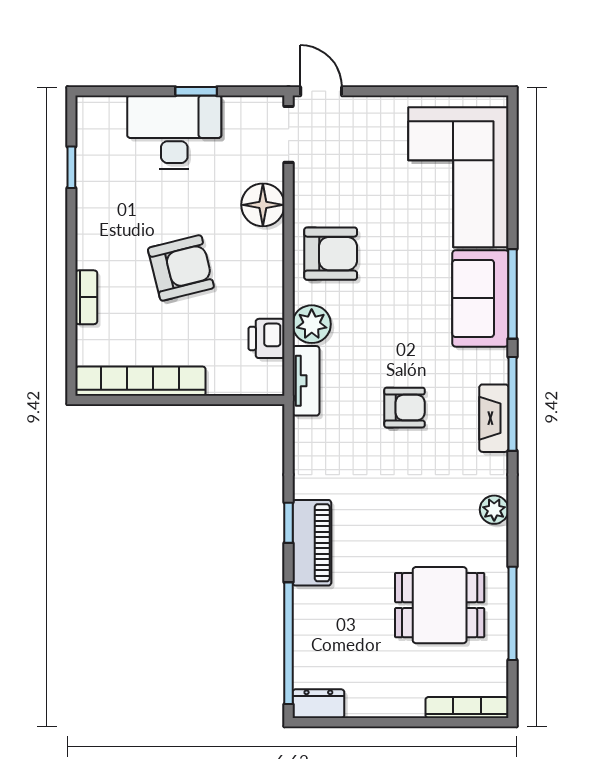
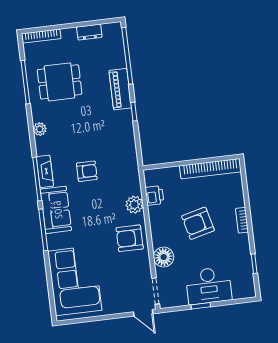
bookcase: (86, 297) -> (242, 220), moved
sofa: (480, 298) -> (56, 210), moved
tv unit: (306, 381) -> (134, 178), removed
armchair: (405, 408) -> (87, 171), turned 180
piano: (312, 543) -> (120, 89), moved
dresser: (318, 704) -> (89, 32), moved

